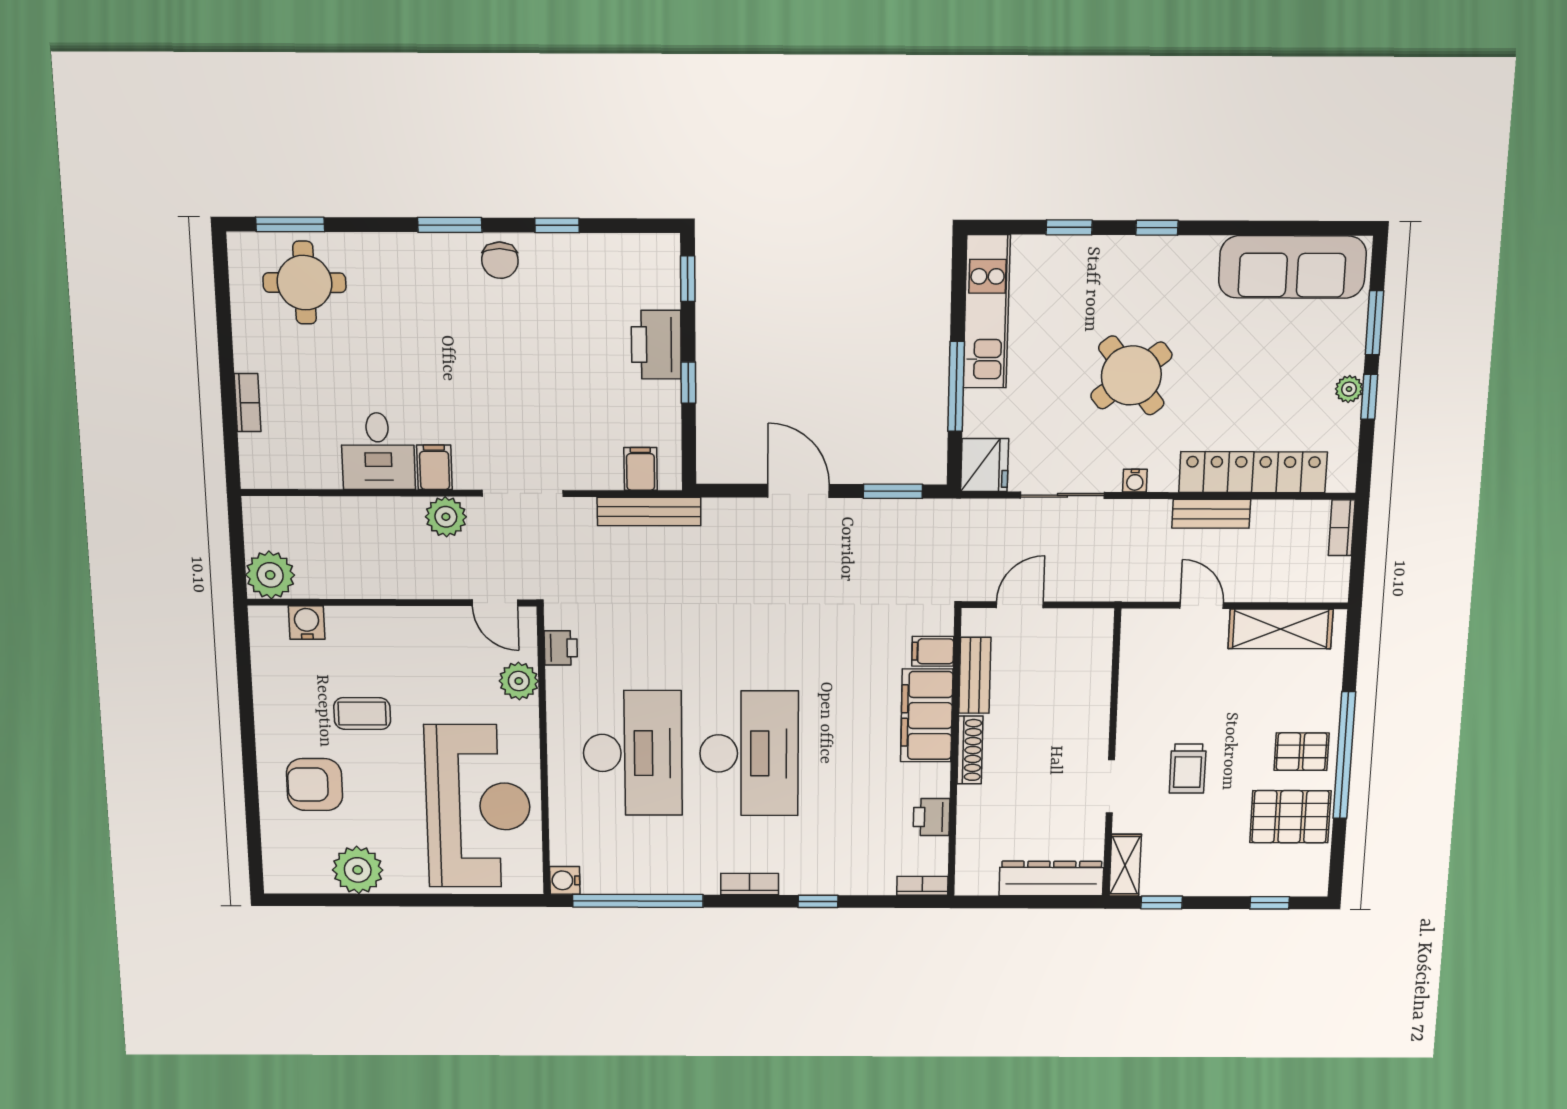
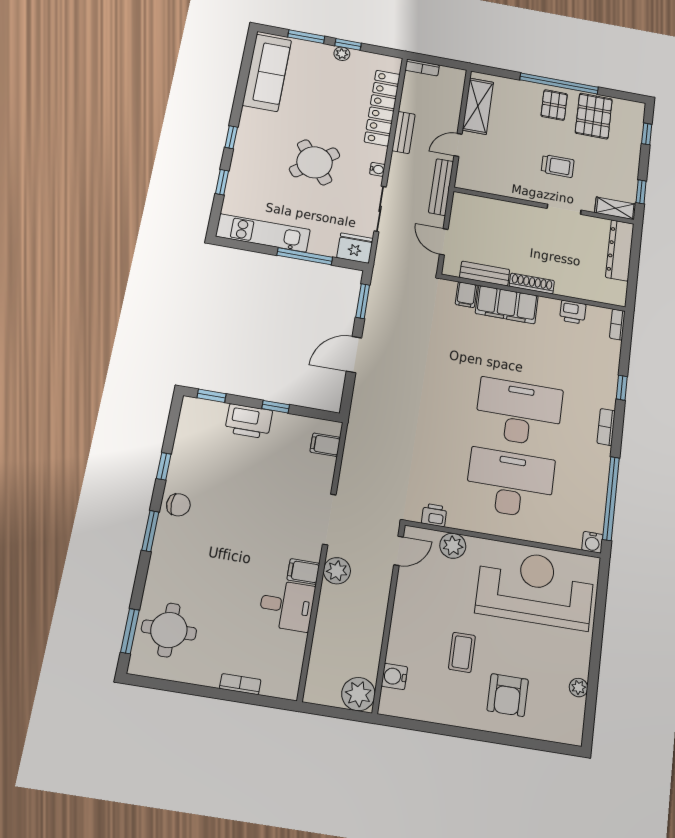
bench: (649, 512) -> (441, 187), moved
plant: (358, 870) -> (579, 688), width x0.53, depth x0.53

